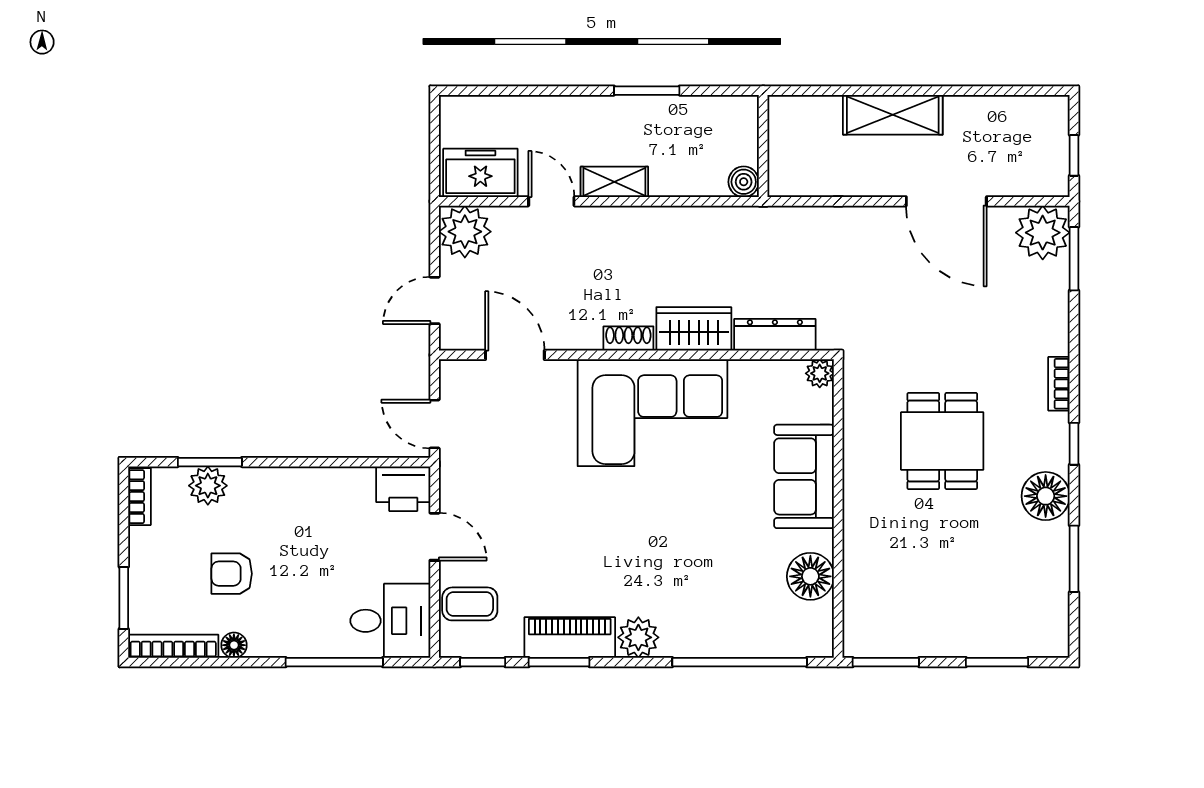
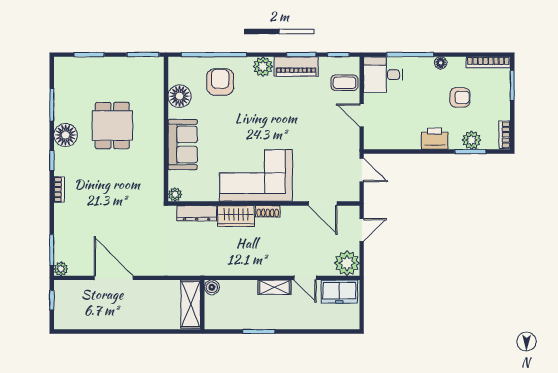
shelving: (893, 115) -> (191, 304), moved, turned 90
plant: (1043, 233) -> (61, 269), width x0.53, depth x0.53
dining table: (942, 441) -> (112, 126), moved
printer: (403, 489) -> (435, 139), moved
armchair: (727, 606) -> (220, 82), added
floor lamp: (234, 645) -> (441, 63), moved

